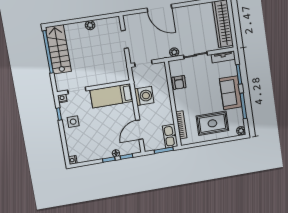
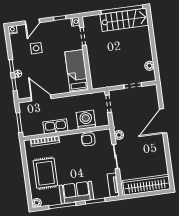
plant: (90, 25) -> (149, 66), moved
washing machine: (144, 96) -> (86, 120), moved, turned 180
side table: (73, 122) -> (36, 48), moved
kitchen sink: (170, 136) -> (55, 126), moved
door: (64, 141) -> (32, 22), added

